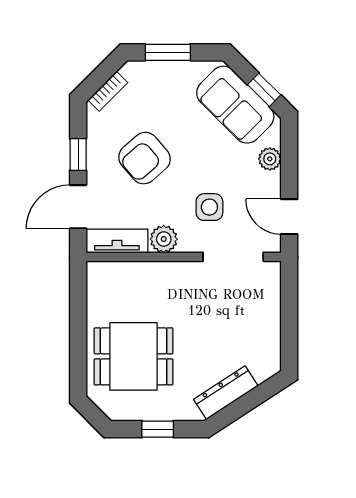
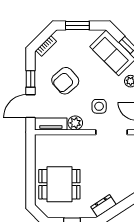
dresser: (226, 393) -> (104, 206), width x0.70

